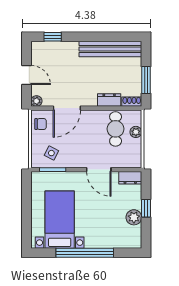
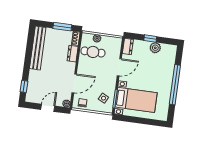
door: (67, 108) -> (74, 83), hinge flipped
bed with nightstands: (60, 220) -> (136, 100), moved, turned 180

